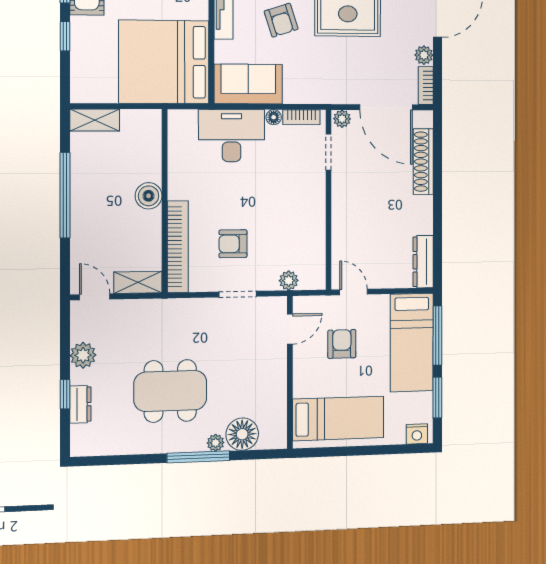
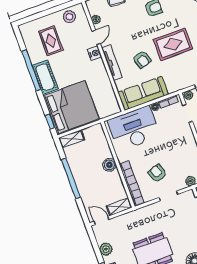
window: (65, 36) -> (50, 122), moved
bed: (164, 62) -> (71, 107), moved, turned 180
sofa: (248, 84) -> (143, 93), width x1.36
desk: (232, 136) -> (134, 128), width x1.36, depth x1.30
armchair: (233, 244) -> (157, 173), turned 71

